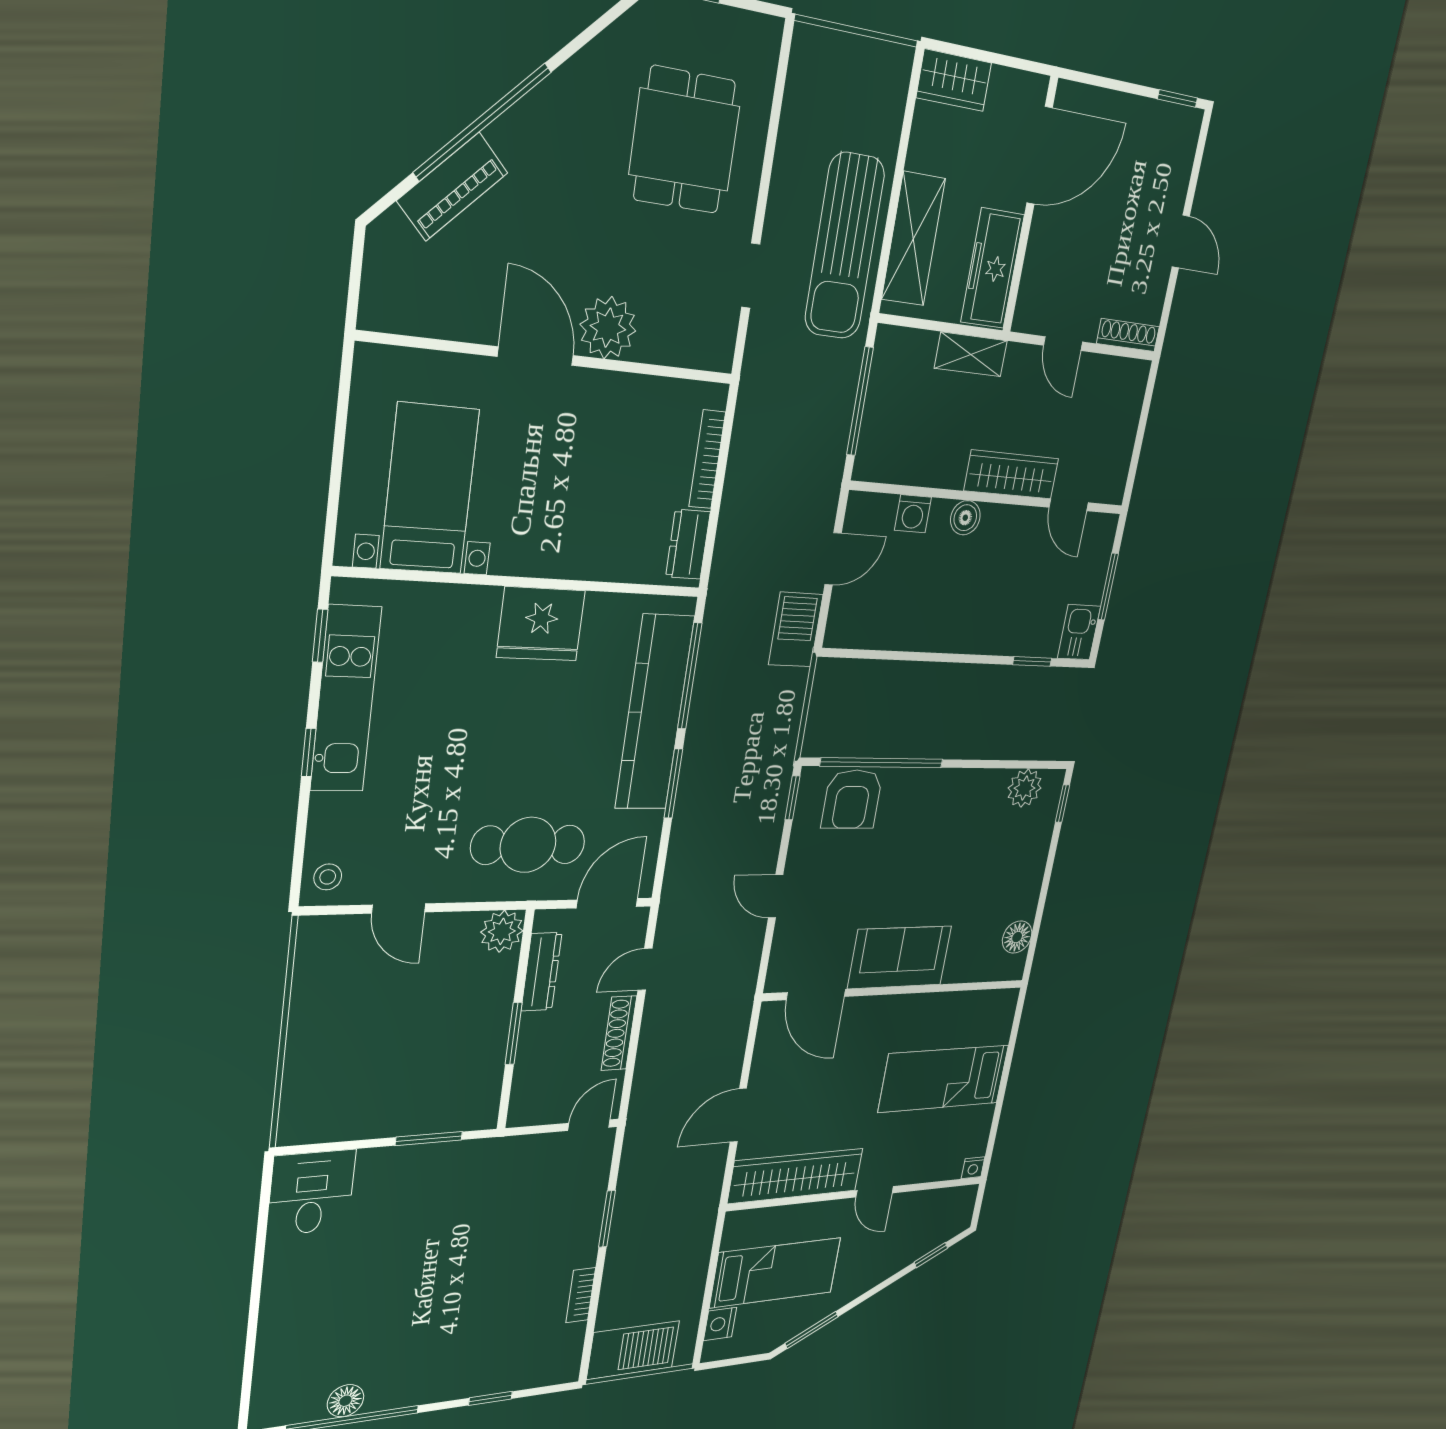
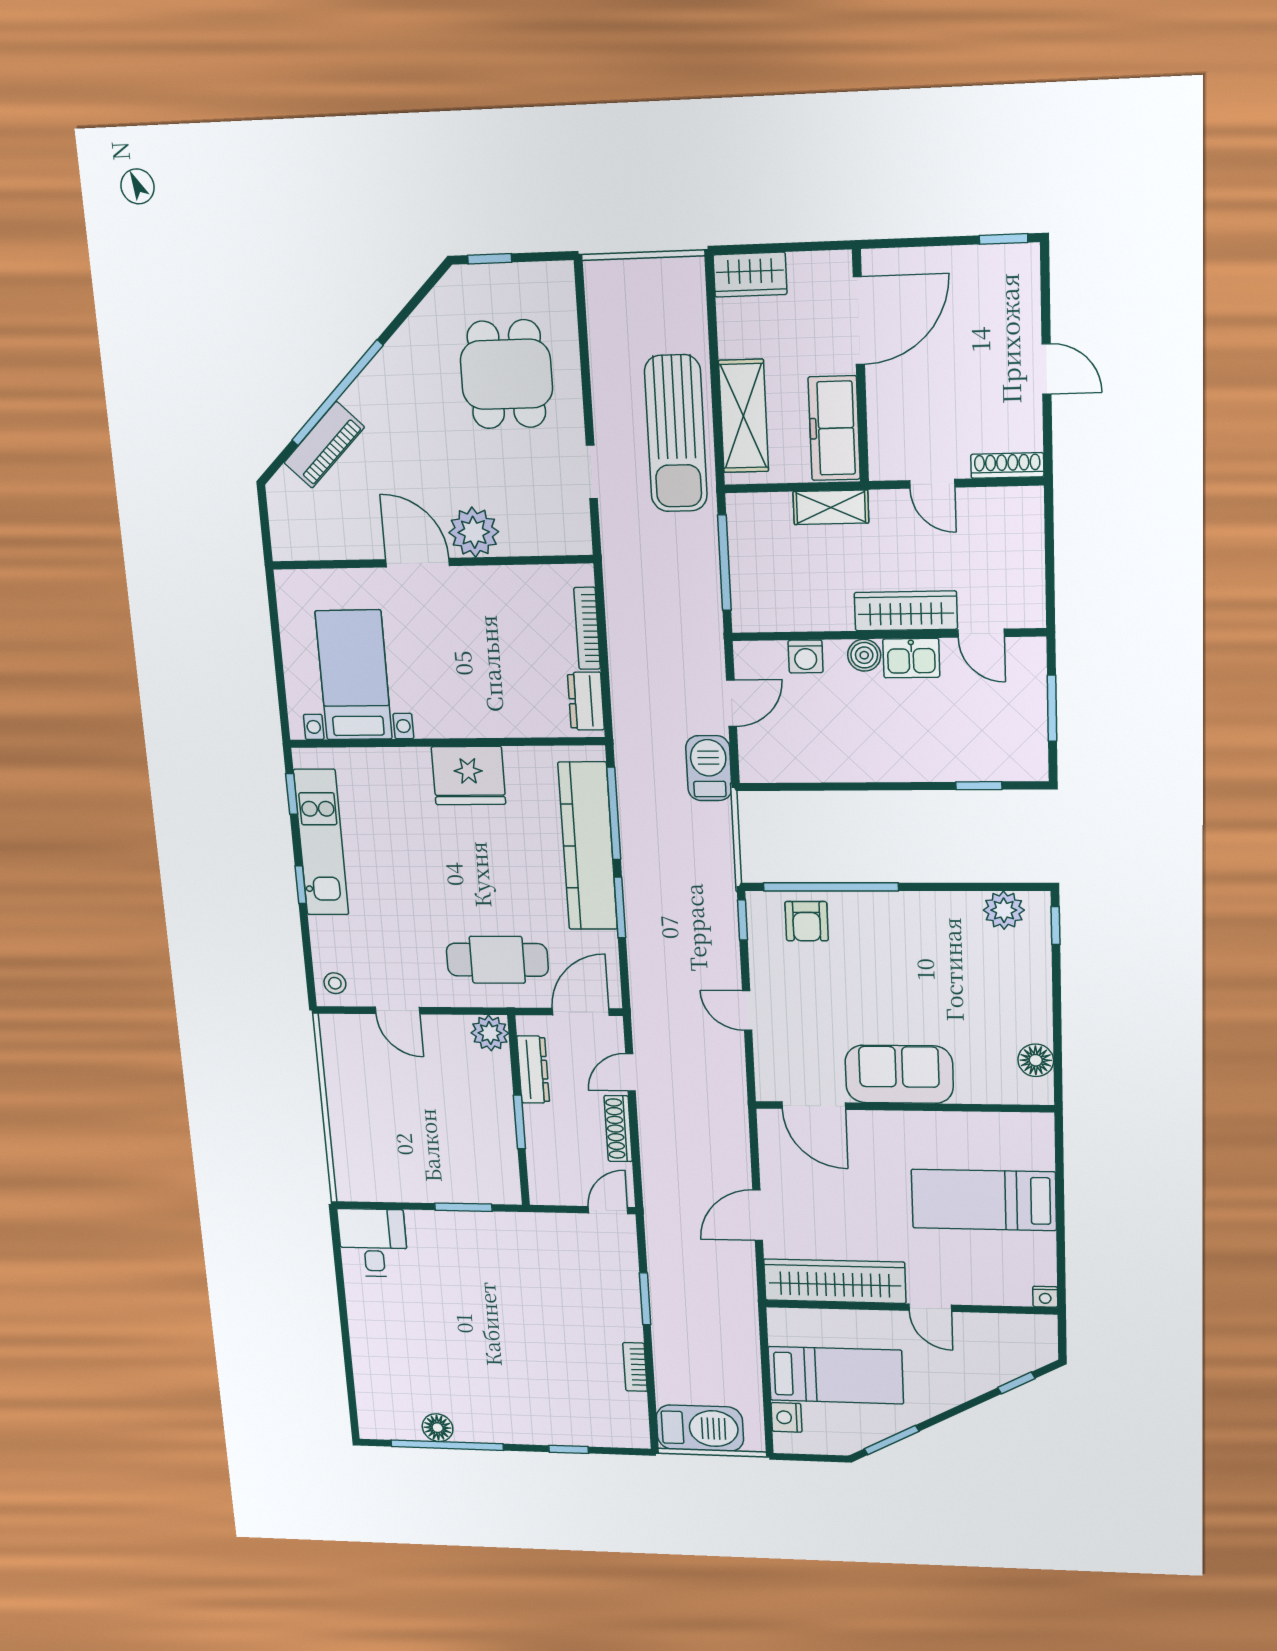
kitchen sink: (1079, 632) -> (911, 658), moved, turned -90
armchair: (852, 799) -> (807, 921), width x0.72, depth x0.72

